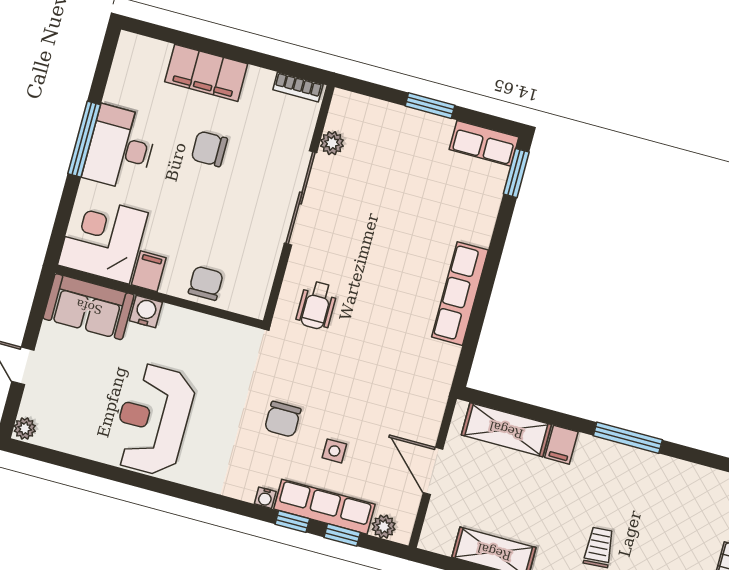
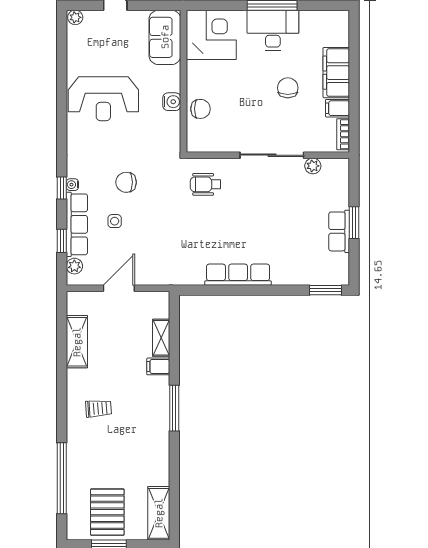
row of seats: (484, 143) -> (339, 231), moved
filing cabinet: (149, 271) -> (338, 108), moved, turned 180
water cooler: (146, 312) -> (172, 102), moved
reception desk: (153, 420) -> (103, 99), turned 180
shelving: (506, 430) -> (161, 338), width x0.67, depth x0.75
window: (292, 521) -> (62, 188), moved

